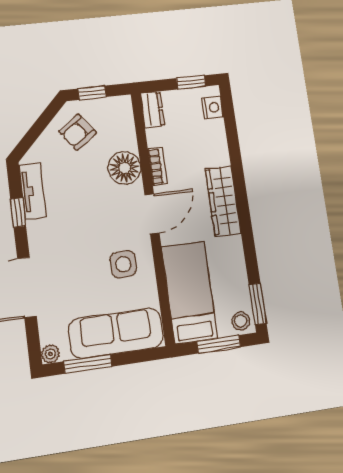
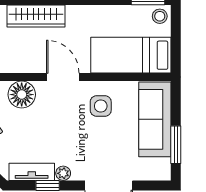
bookcase: (158, 166) -> (24, 67), removed
wardrobe: (223, 201) -> (36, 16), moved
window: (219, 344) -> (176, 37), removed
plant: (50, 354) -> (63, 173), moved

